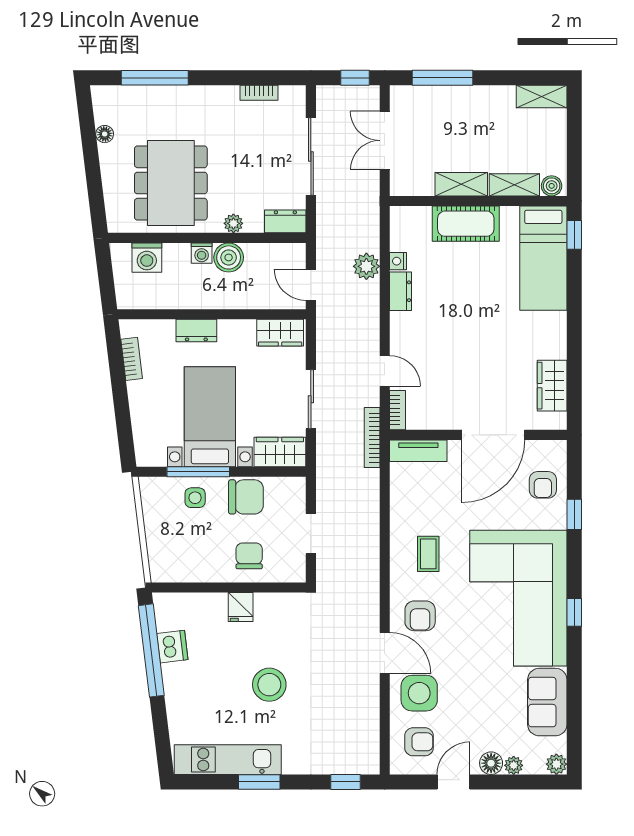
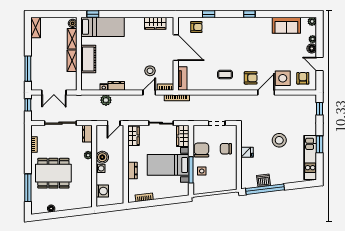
dining table: (171, 183) -> (53, 173), moved
stool: (437, 373) -> (150, 71), added
corner sofa: (518, 598) -> (243, 37), removed

